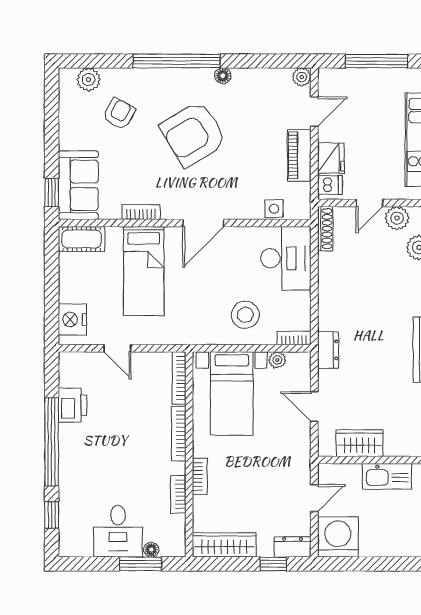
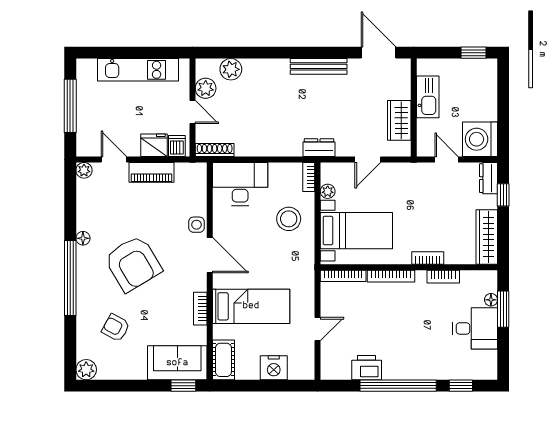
plant: (89, 79) -> (86, 370), moved
side table: (274, 209) -> (197, 225), moved
nightstand: (72, 320) -> (274, 368), moved

